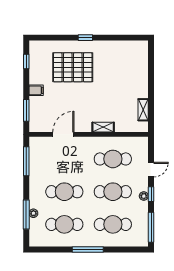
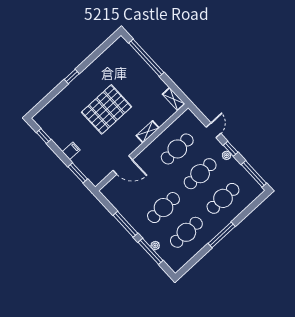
pallet: (73, 67) -> (106, 109), moved
window: (151, 74) -> (146, 58), added
shelving: (143, 110) -> (174, 99), moved
door: (63, 134) -> (123, 165), swing flipped
window: (26, 161) -> (125, 224), moved

